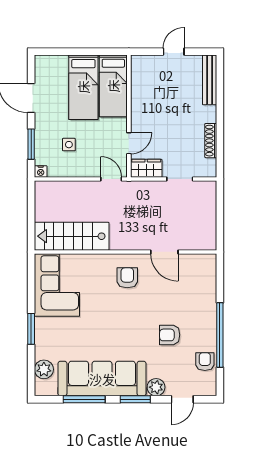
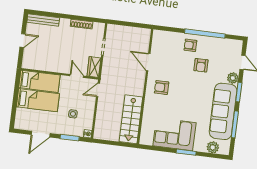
door: (174, 52) -> (22, 41), swing flipped
door: (164, 252) -> (148, 62), swing flipped
corner sofa: (57, 285) -> (174, 134), moved
armchair: (205, 362) -> (190, 45), moved

